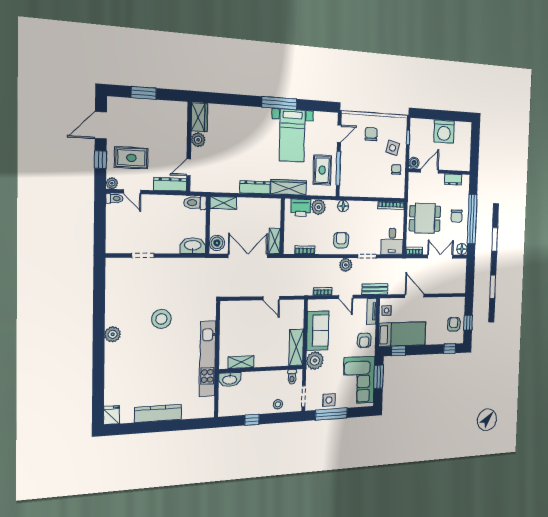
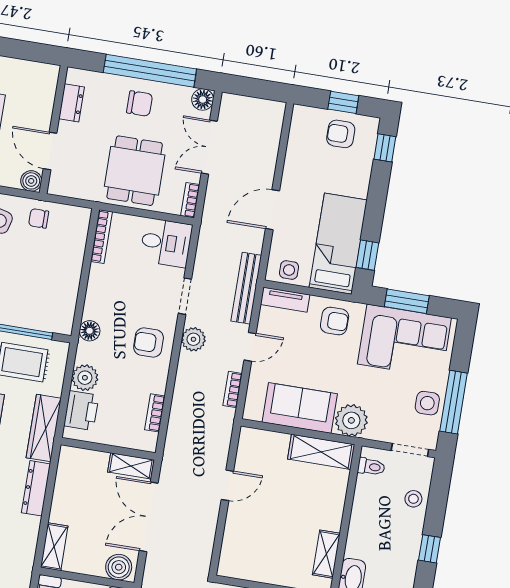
bench: (375, 289) -> (246, 288), width x1.36

